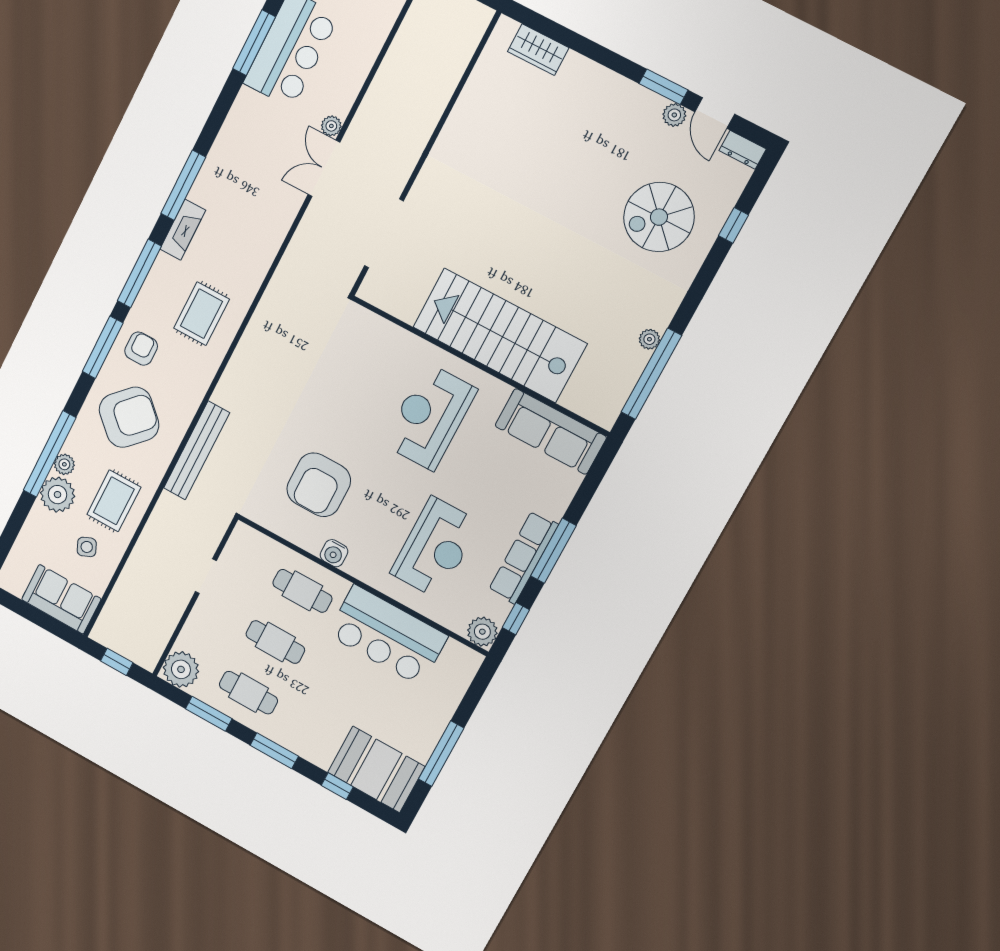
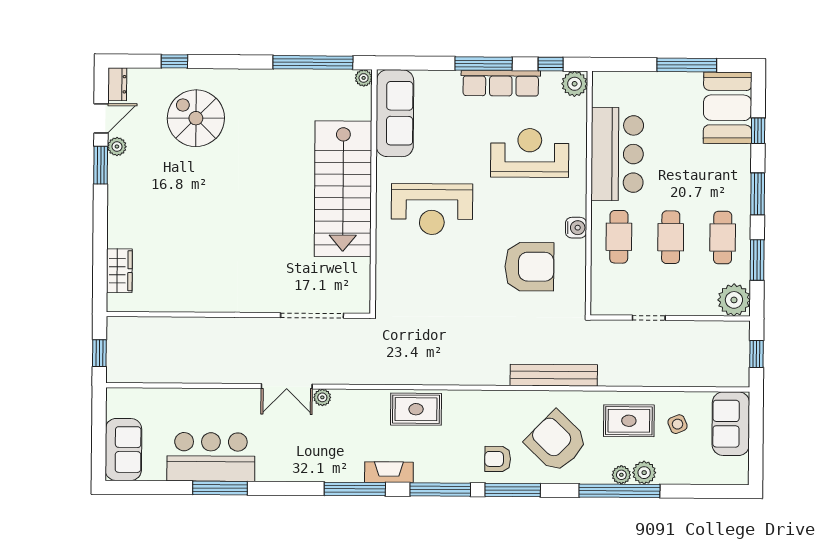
plant: (331, 126) -> (322, 397), moved
spiral stairs: (659, 217) -> (196, 118), turned 180
rug: (201, 314) -> (416, 409), moved
plant: (649, 339) -> (364, 78), moved
plant: (58, 495) -> (644, 473), width x0.73, depth x0.73

